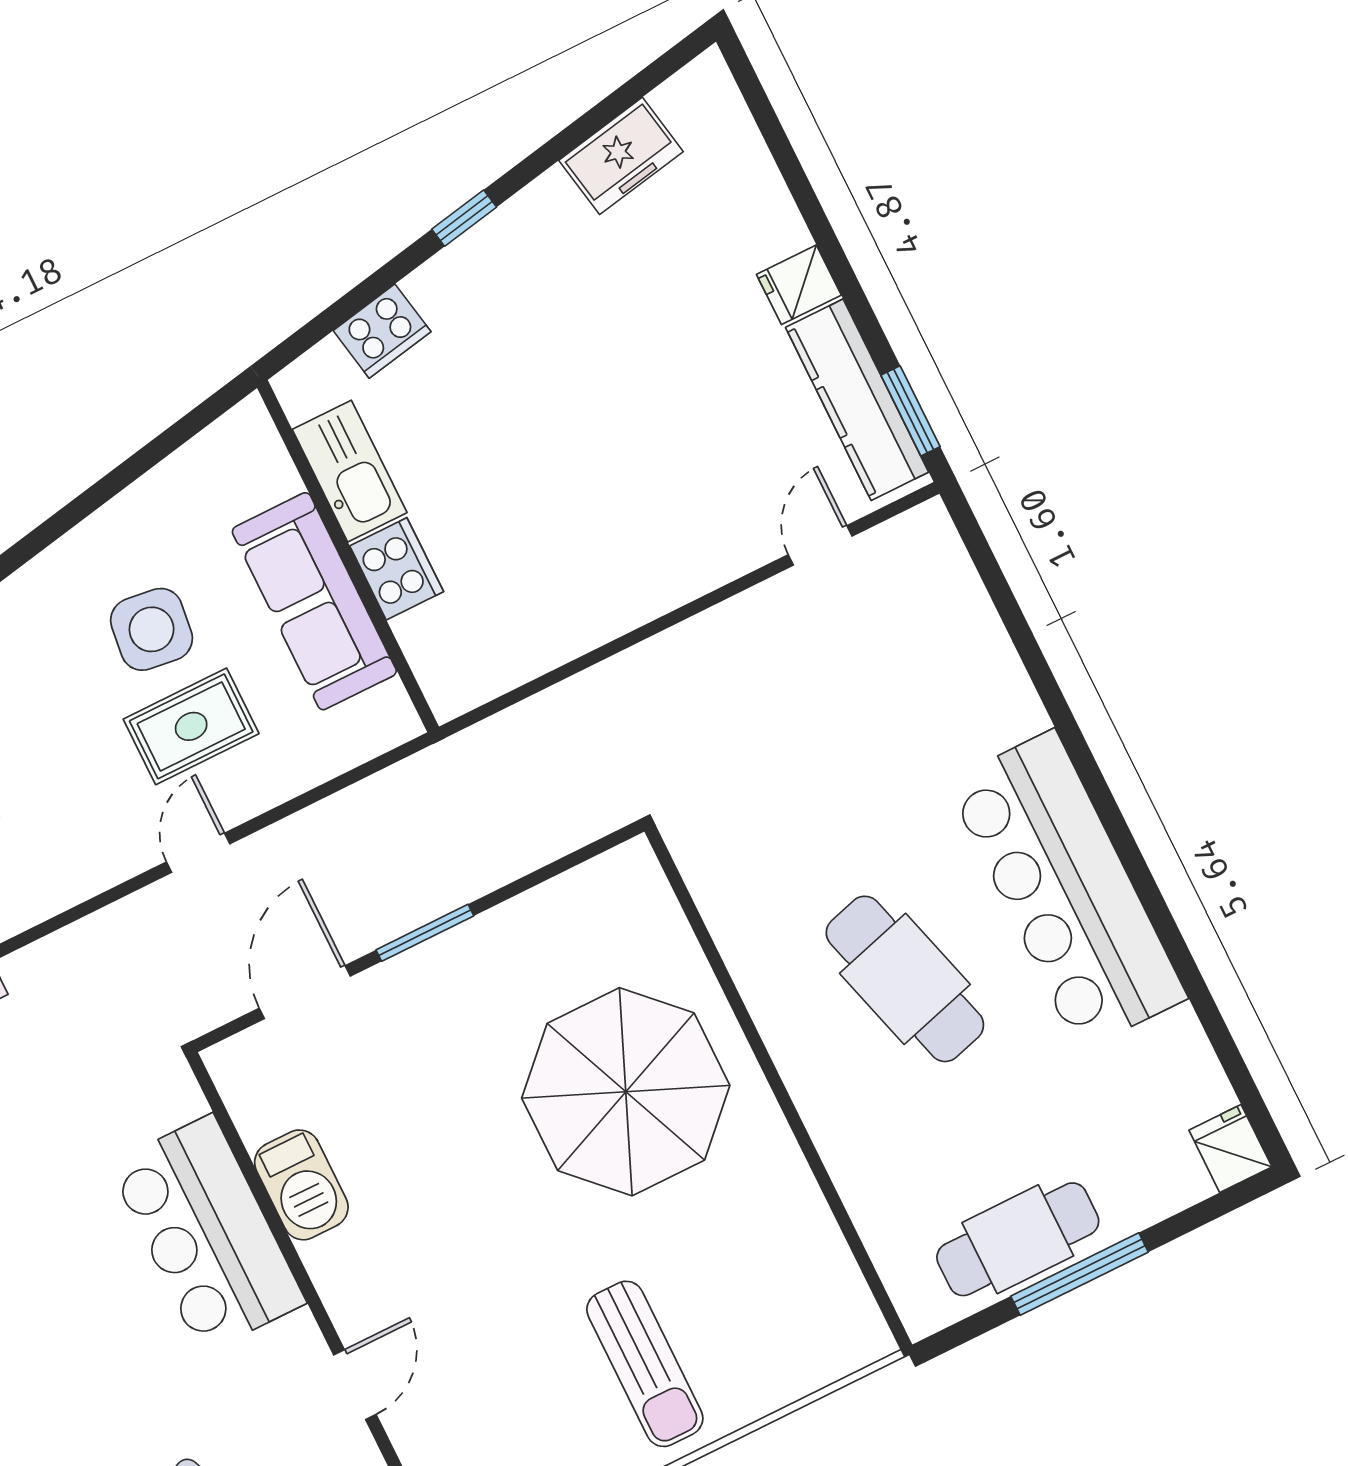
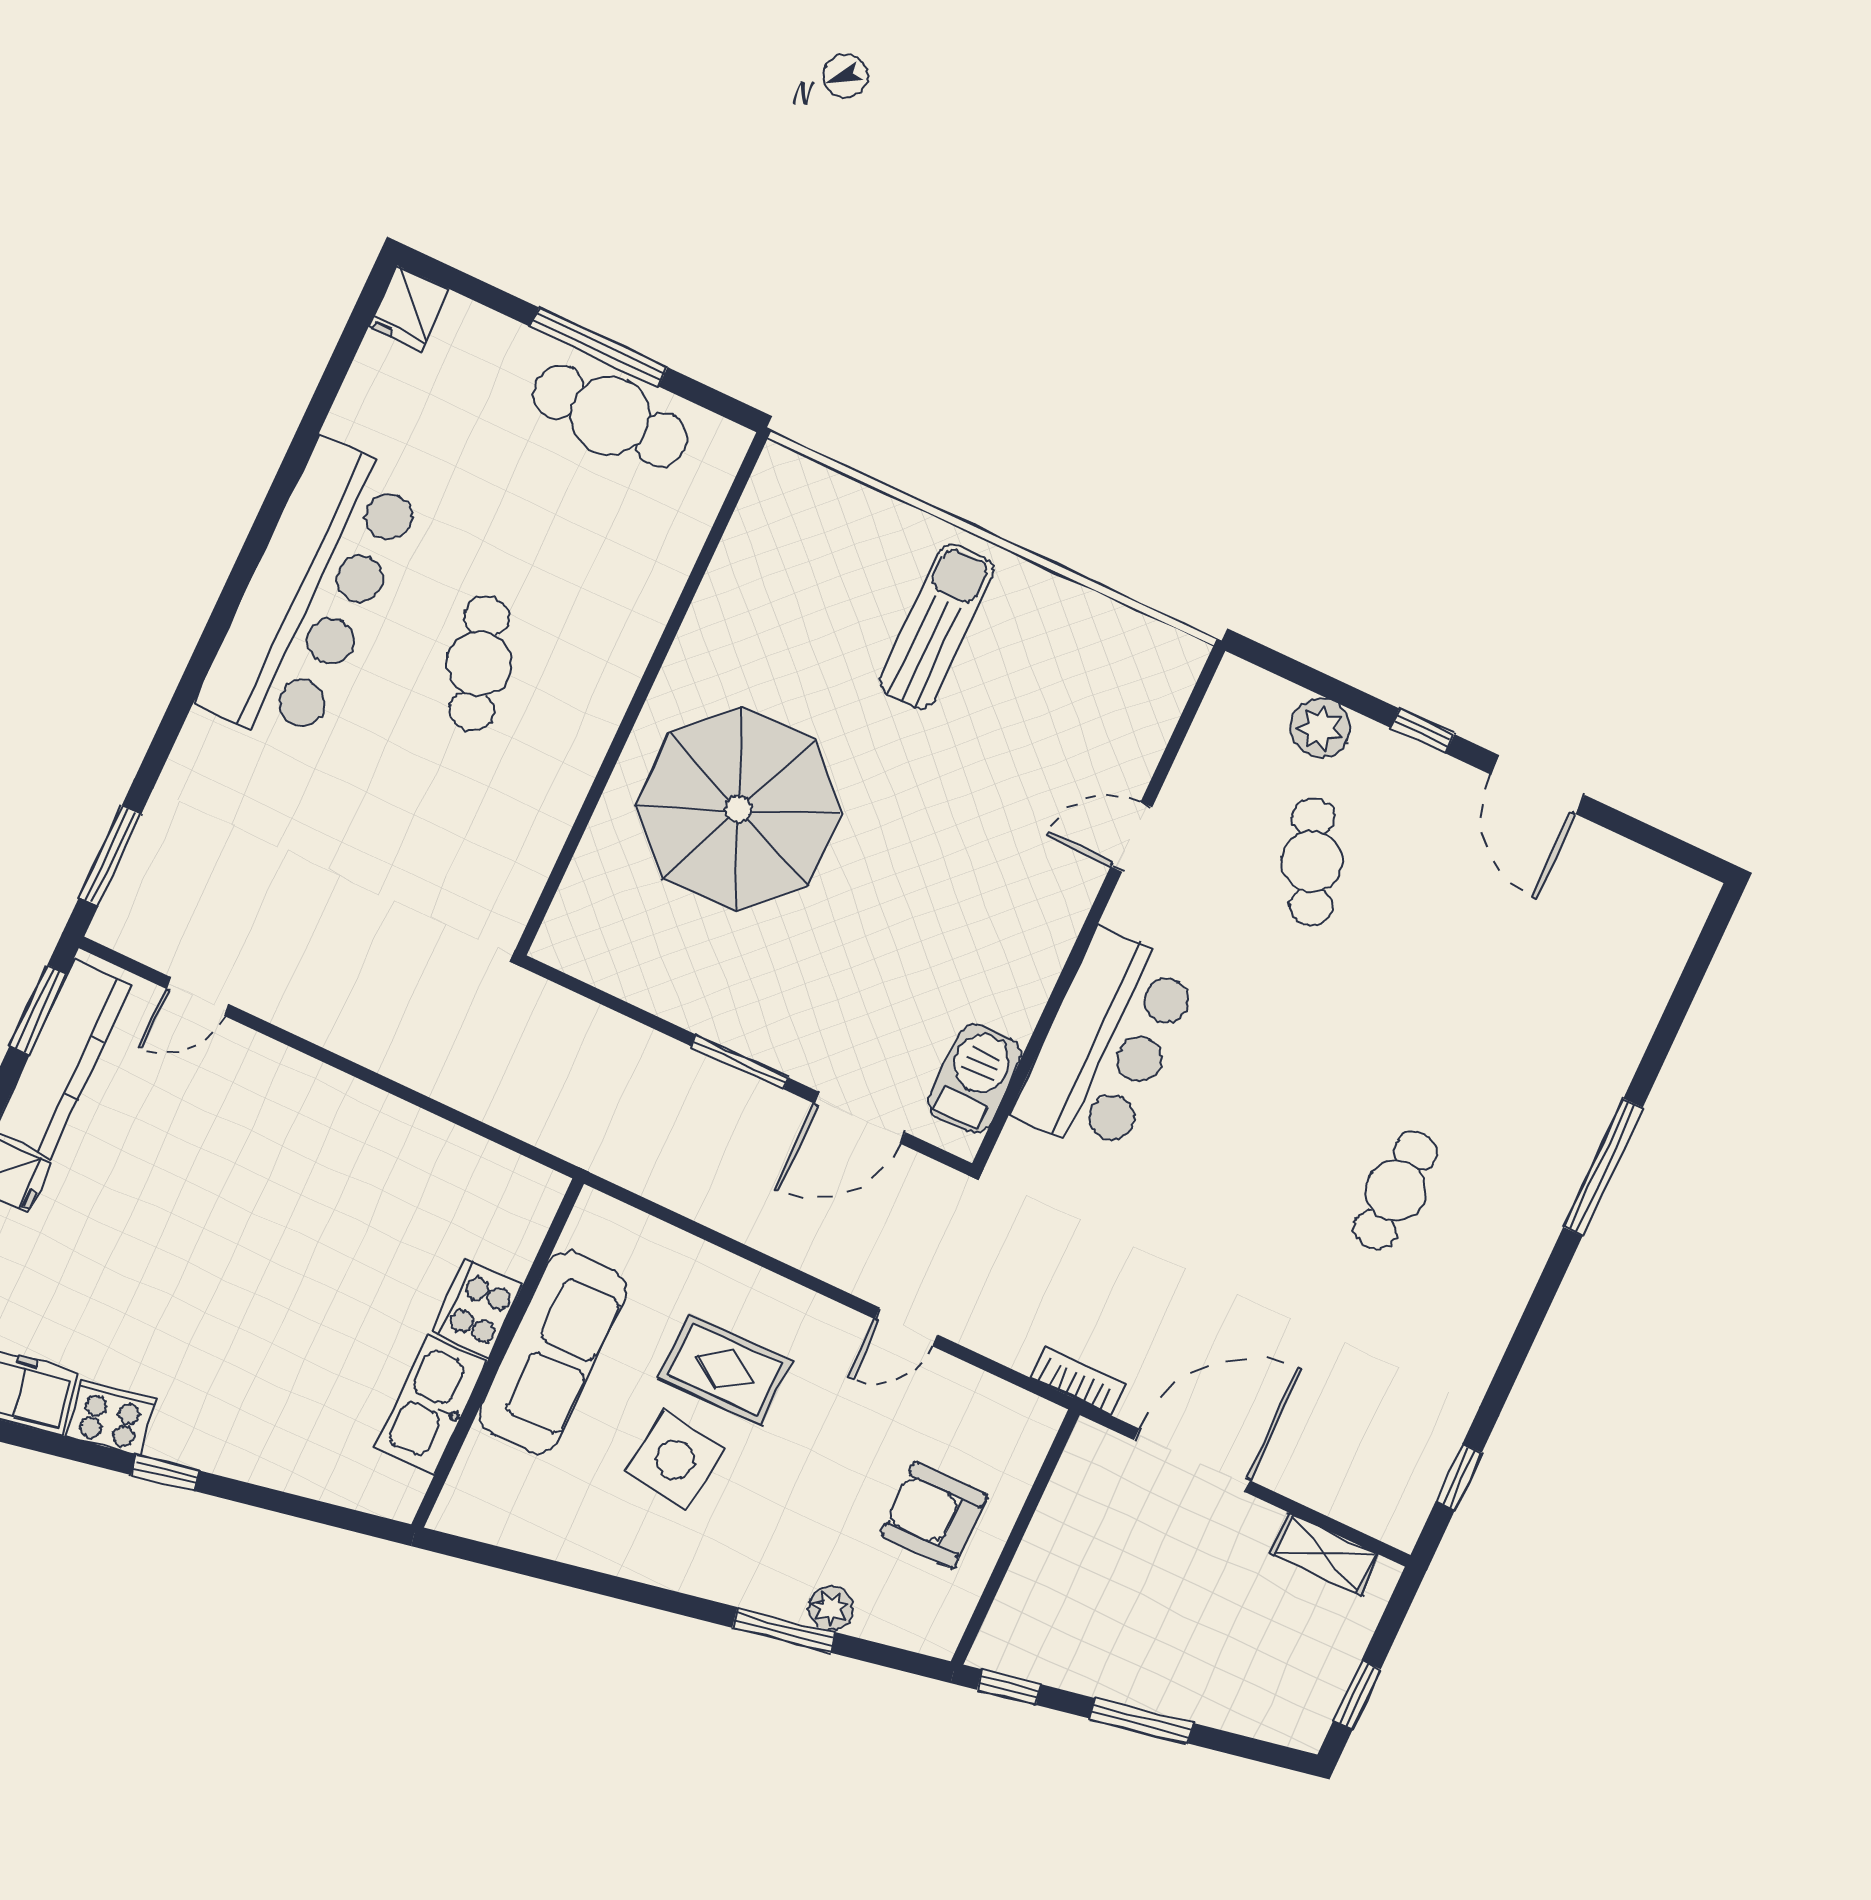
cooker: (382, 331) -> (111, 1417), moved
window: (987, 565) -> (110, 856), added
door: (198, 853) -> (906, 1327), moved
cafe table: (905, 979) -> (479, 664), width x0.73, depth x0.74
barbecue: (301, 1185) -> (975, 1078), moved

